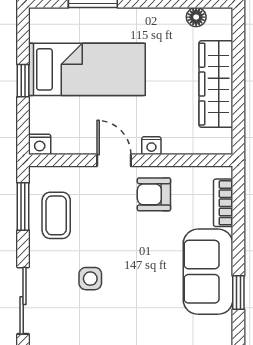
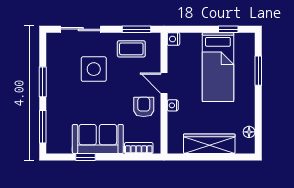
window: (23, 81) -> (228, 29), moved
door: (114, 160) -> (164, 83), swing flipped
side table: (90, 279) -> (94, 69), width x1.87, depth x1.87

